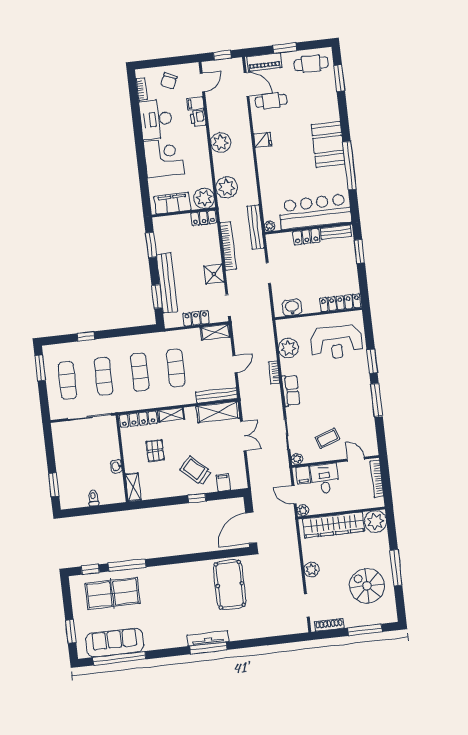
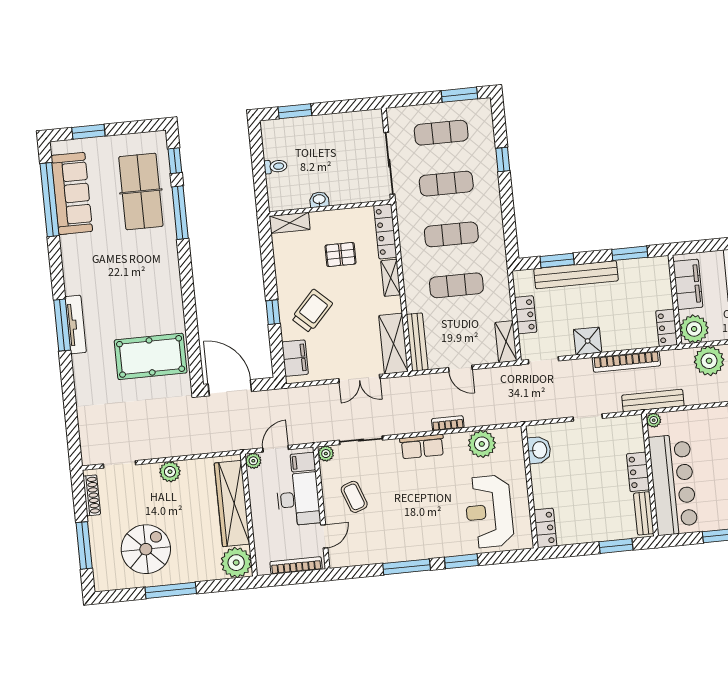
locker: (340, 303) -> (545, 528), width x0.66
desk: (325, 479) -> (298, 499), width x1.37
filing cabinet: (223, 483) -> (295, 358), width x2.00

